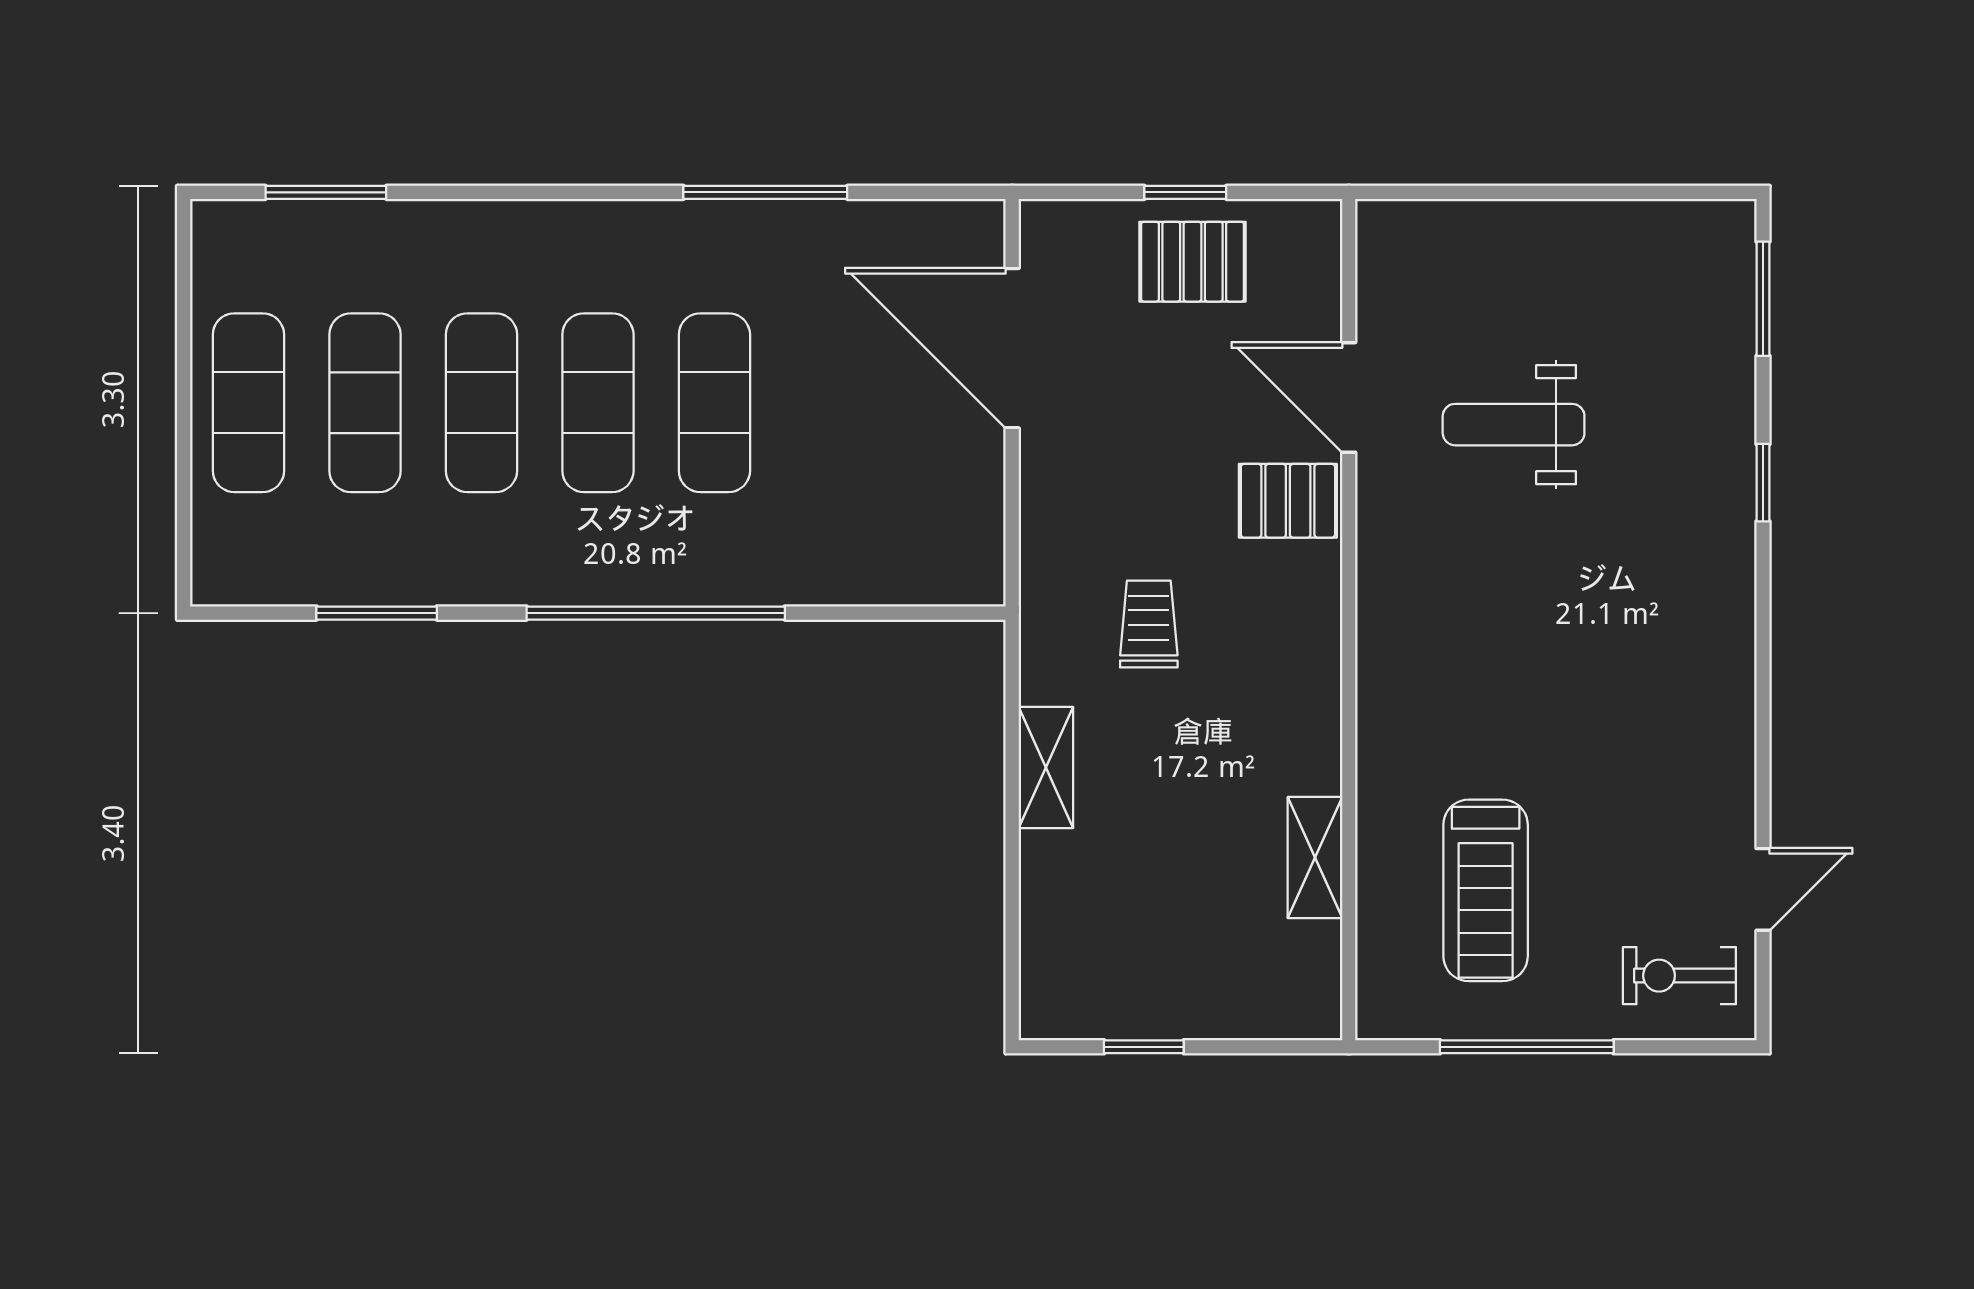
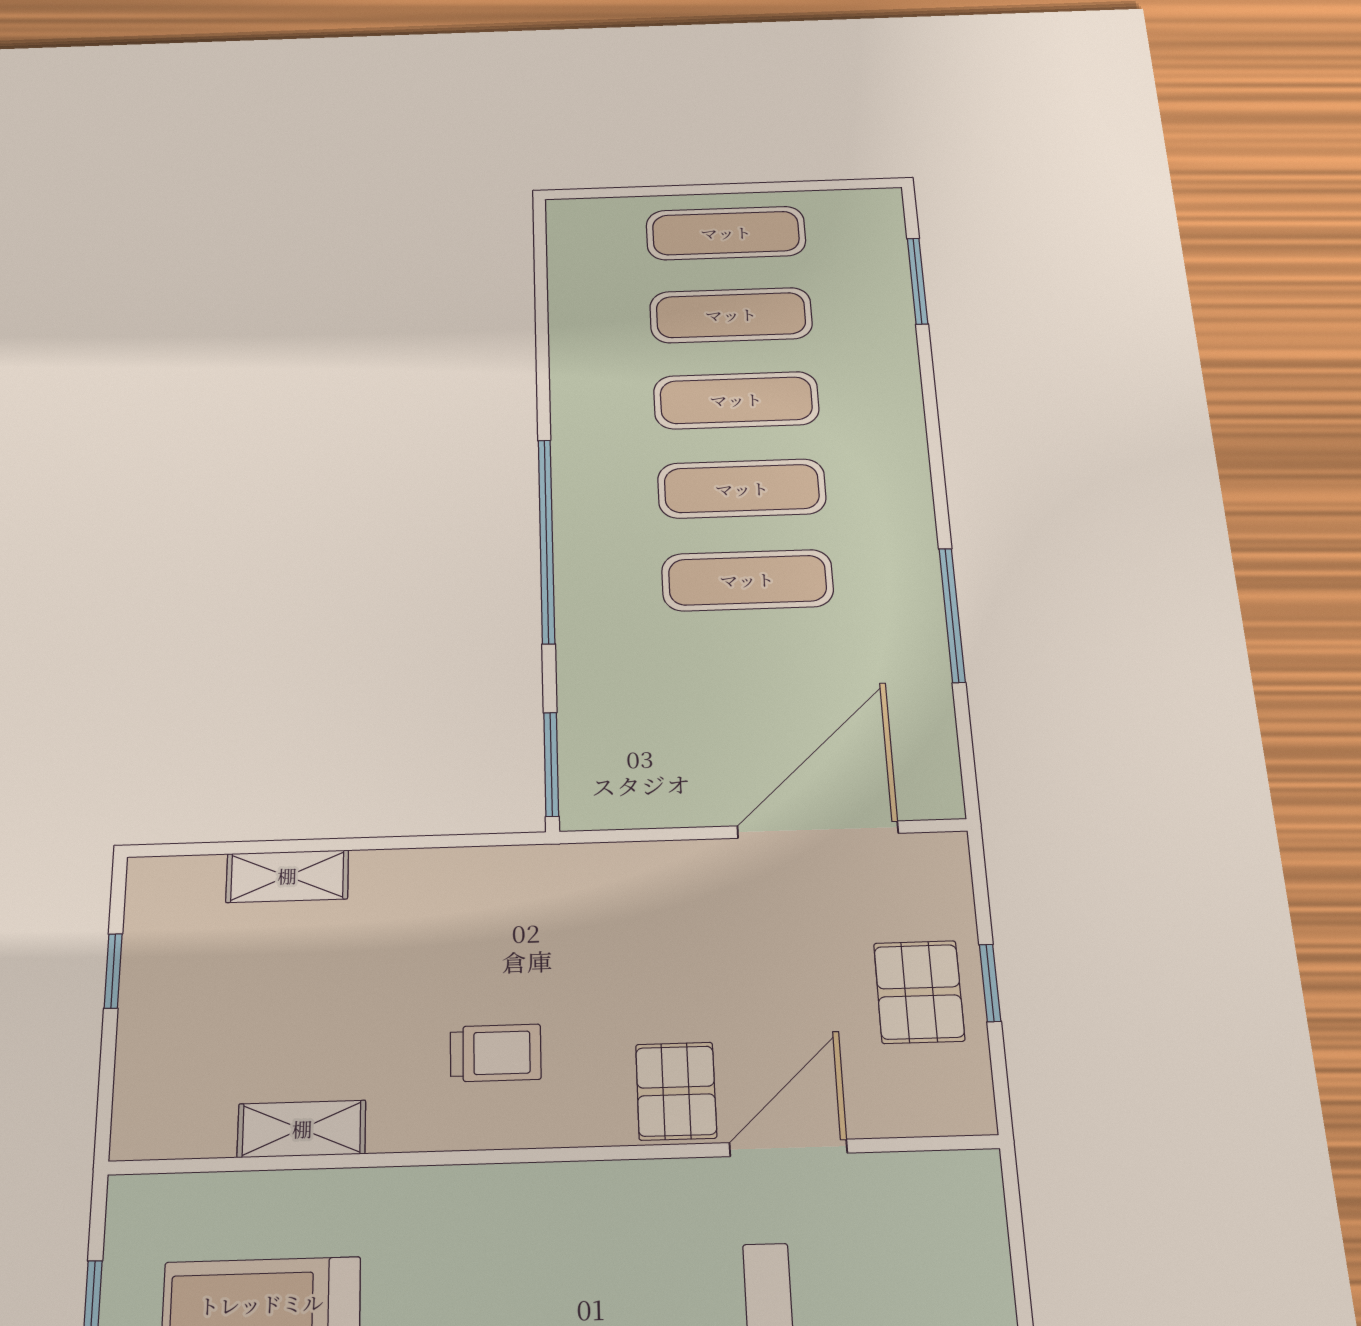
window: (377, 613) -> (551, 764), moved
trolley: (1149, 624) -> (496, 1053), moved
shelving: (1046, 768) -> (287, 876), moved

